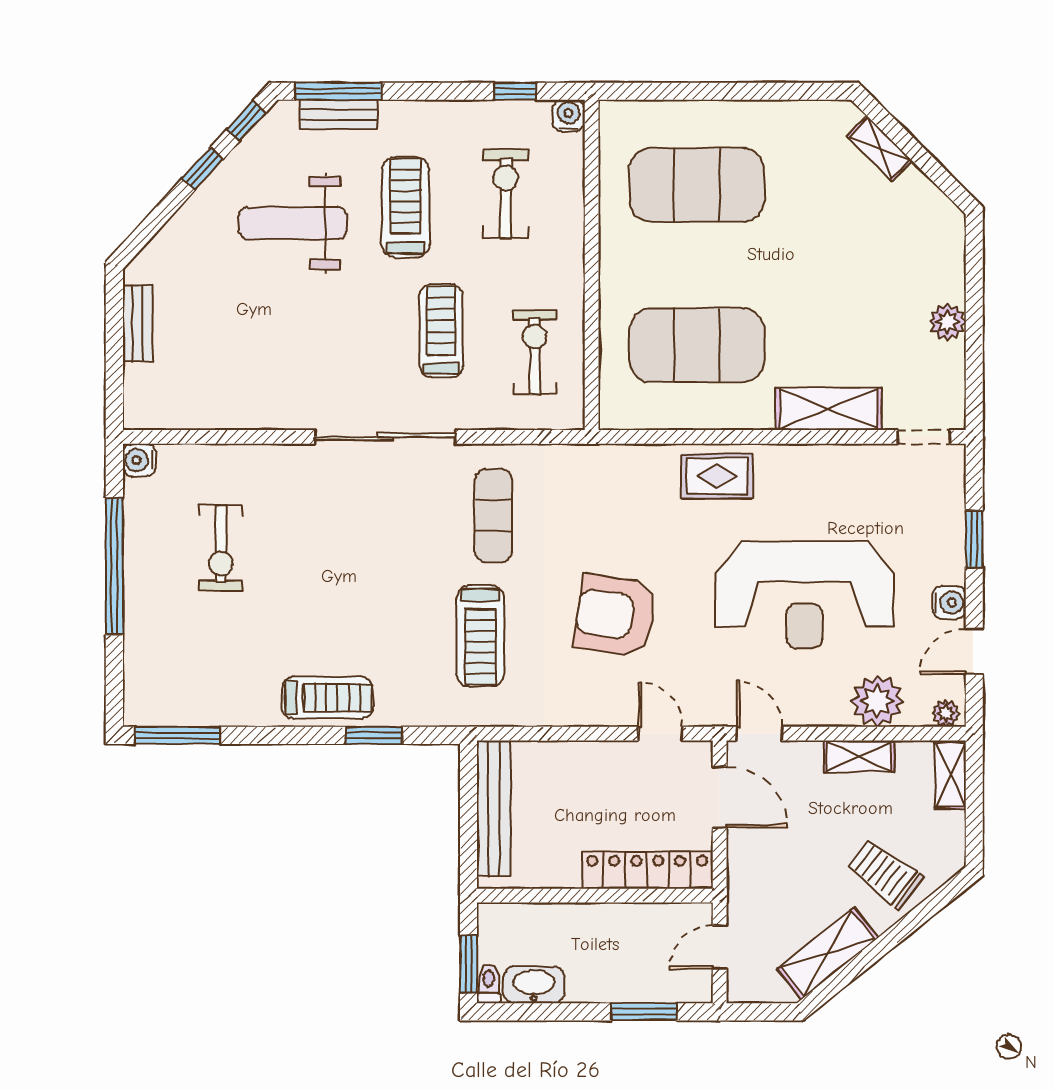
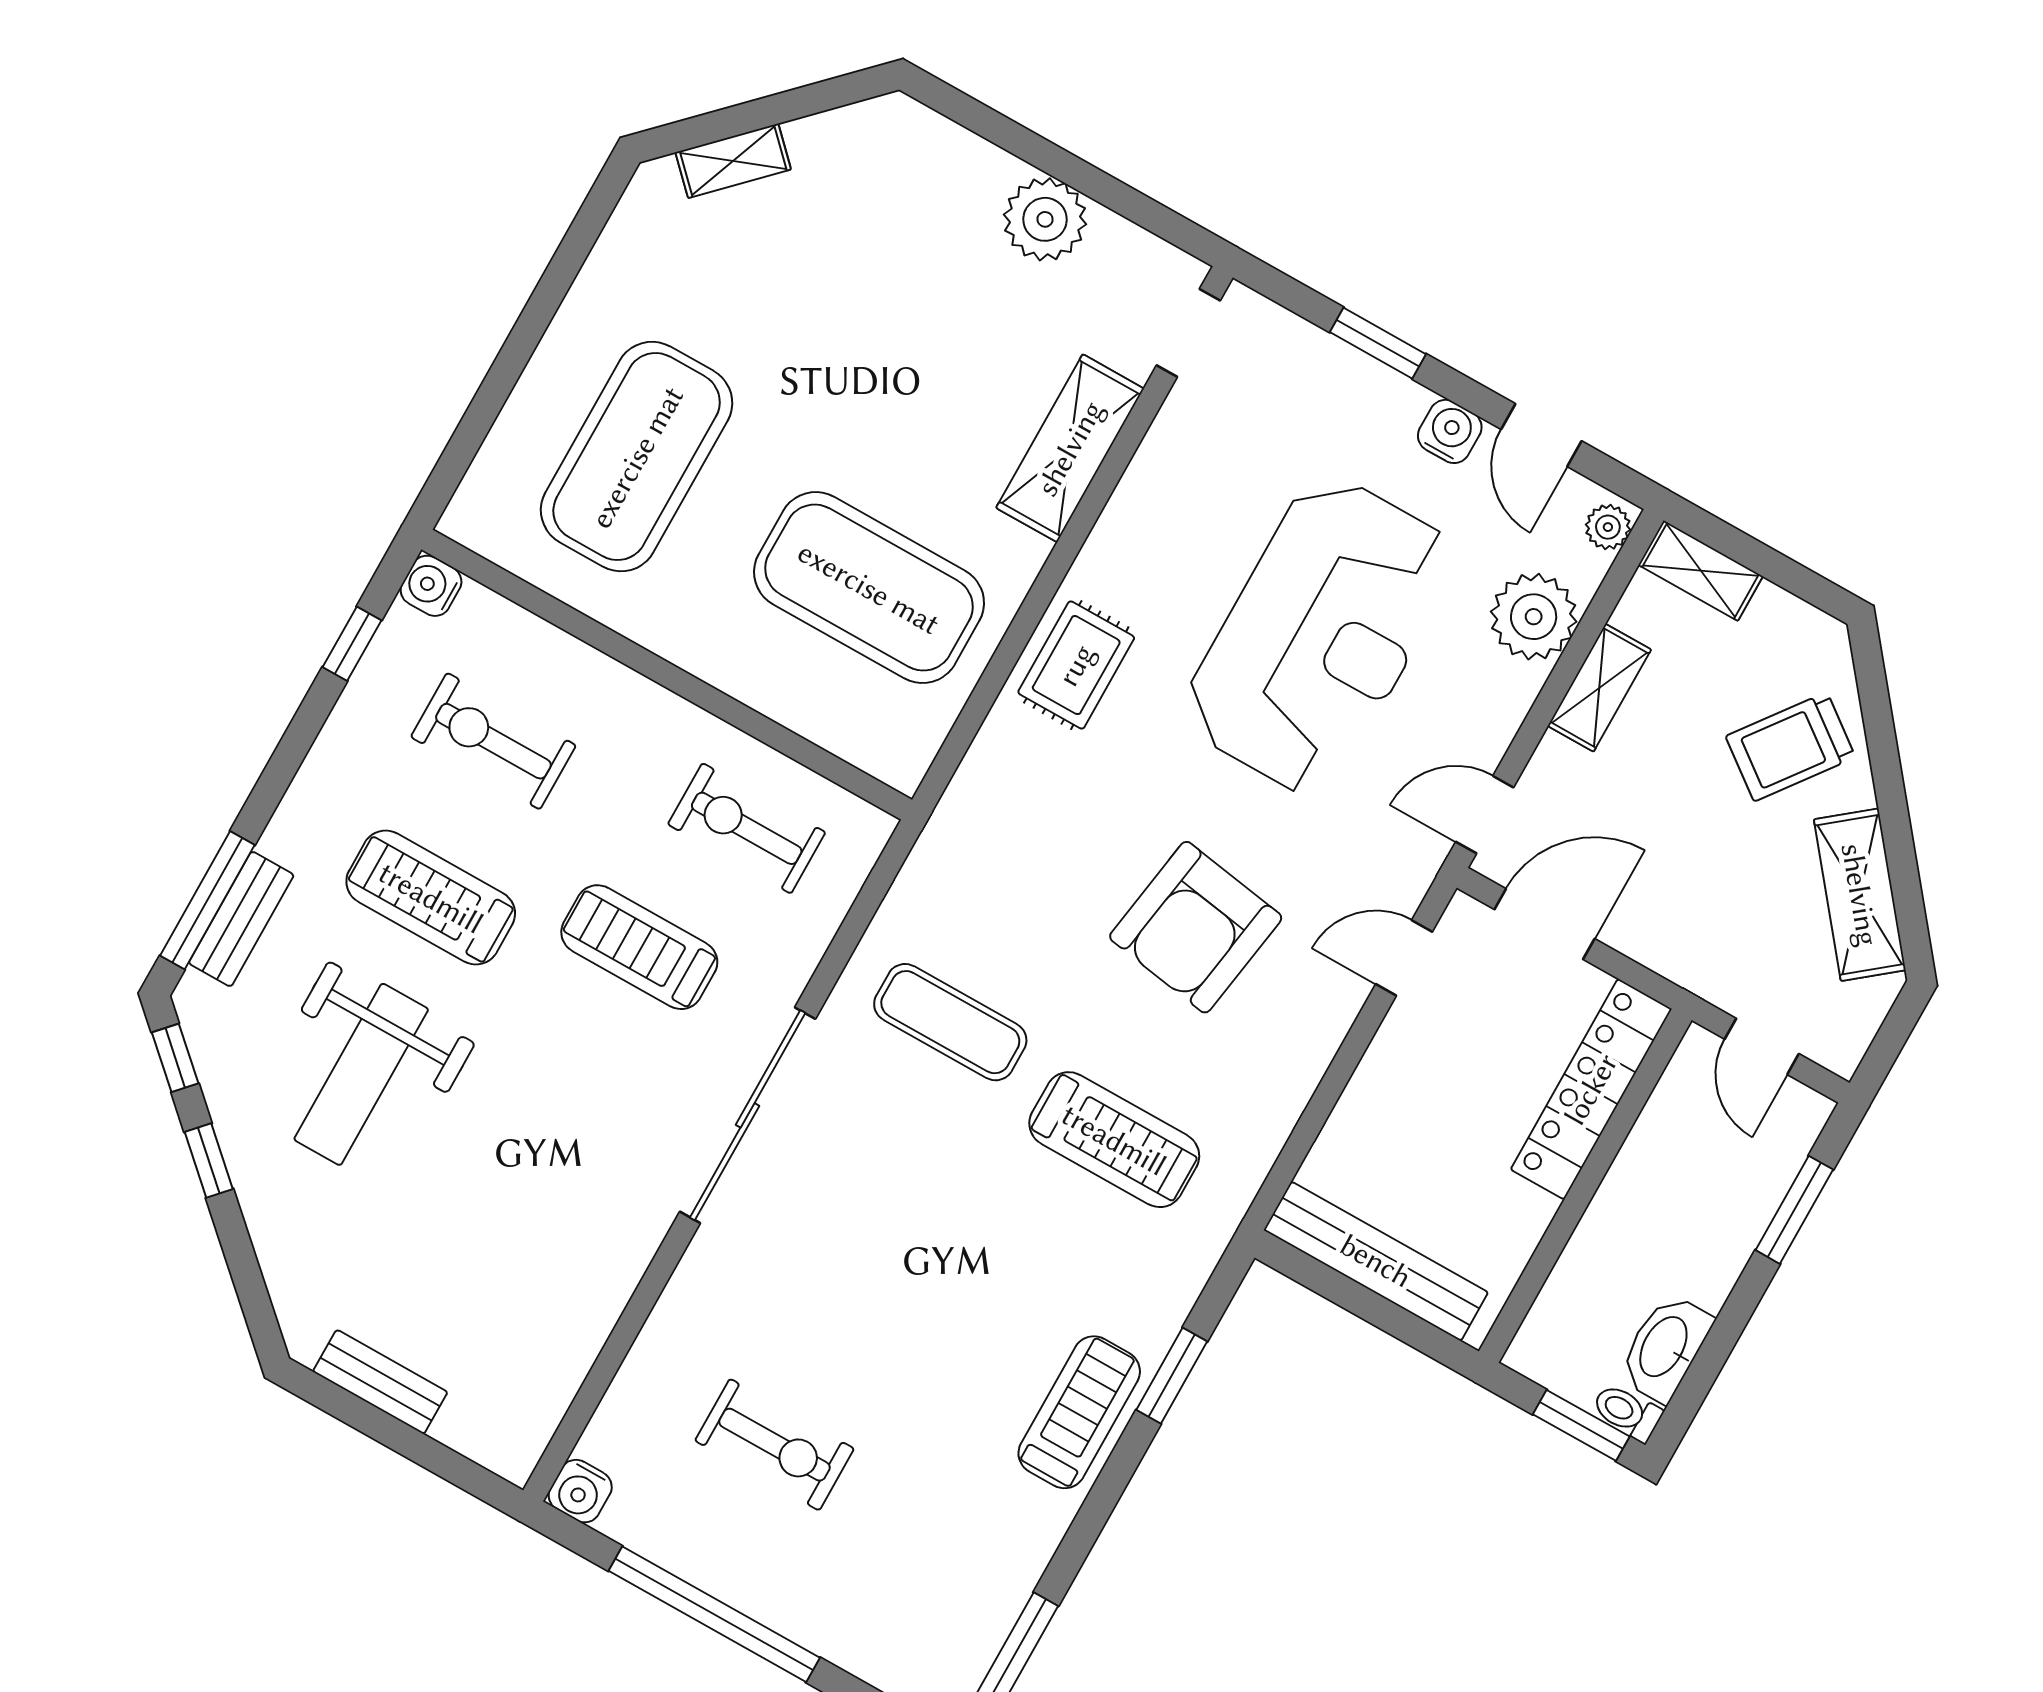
plant: (948, 322) -> (1045, 219), width x1.36, depth x1.36
exercise mat: (697, 345) -> (869, 588), turned 90

